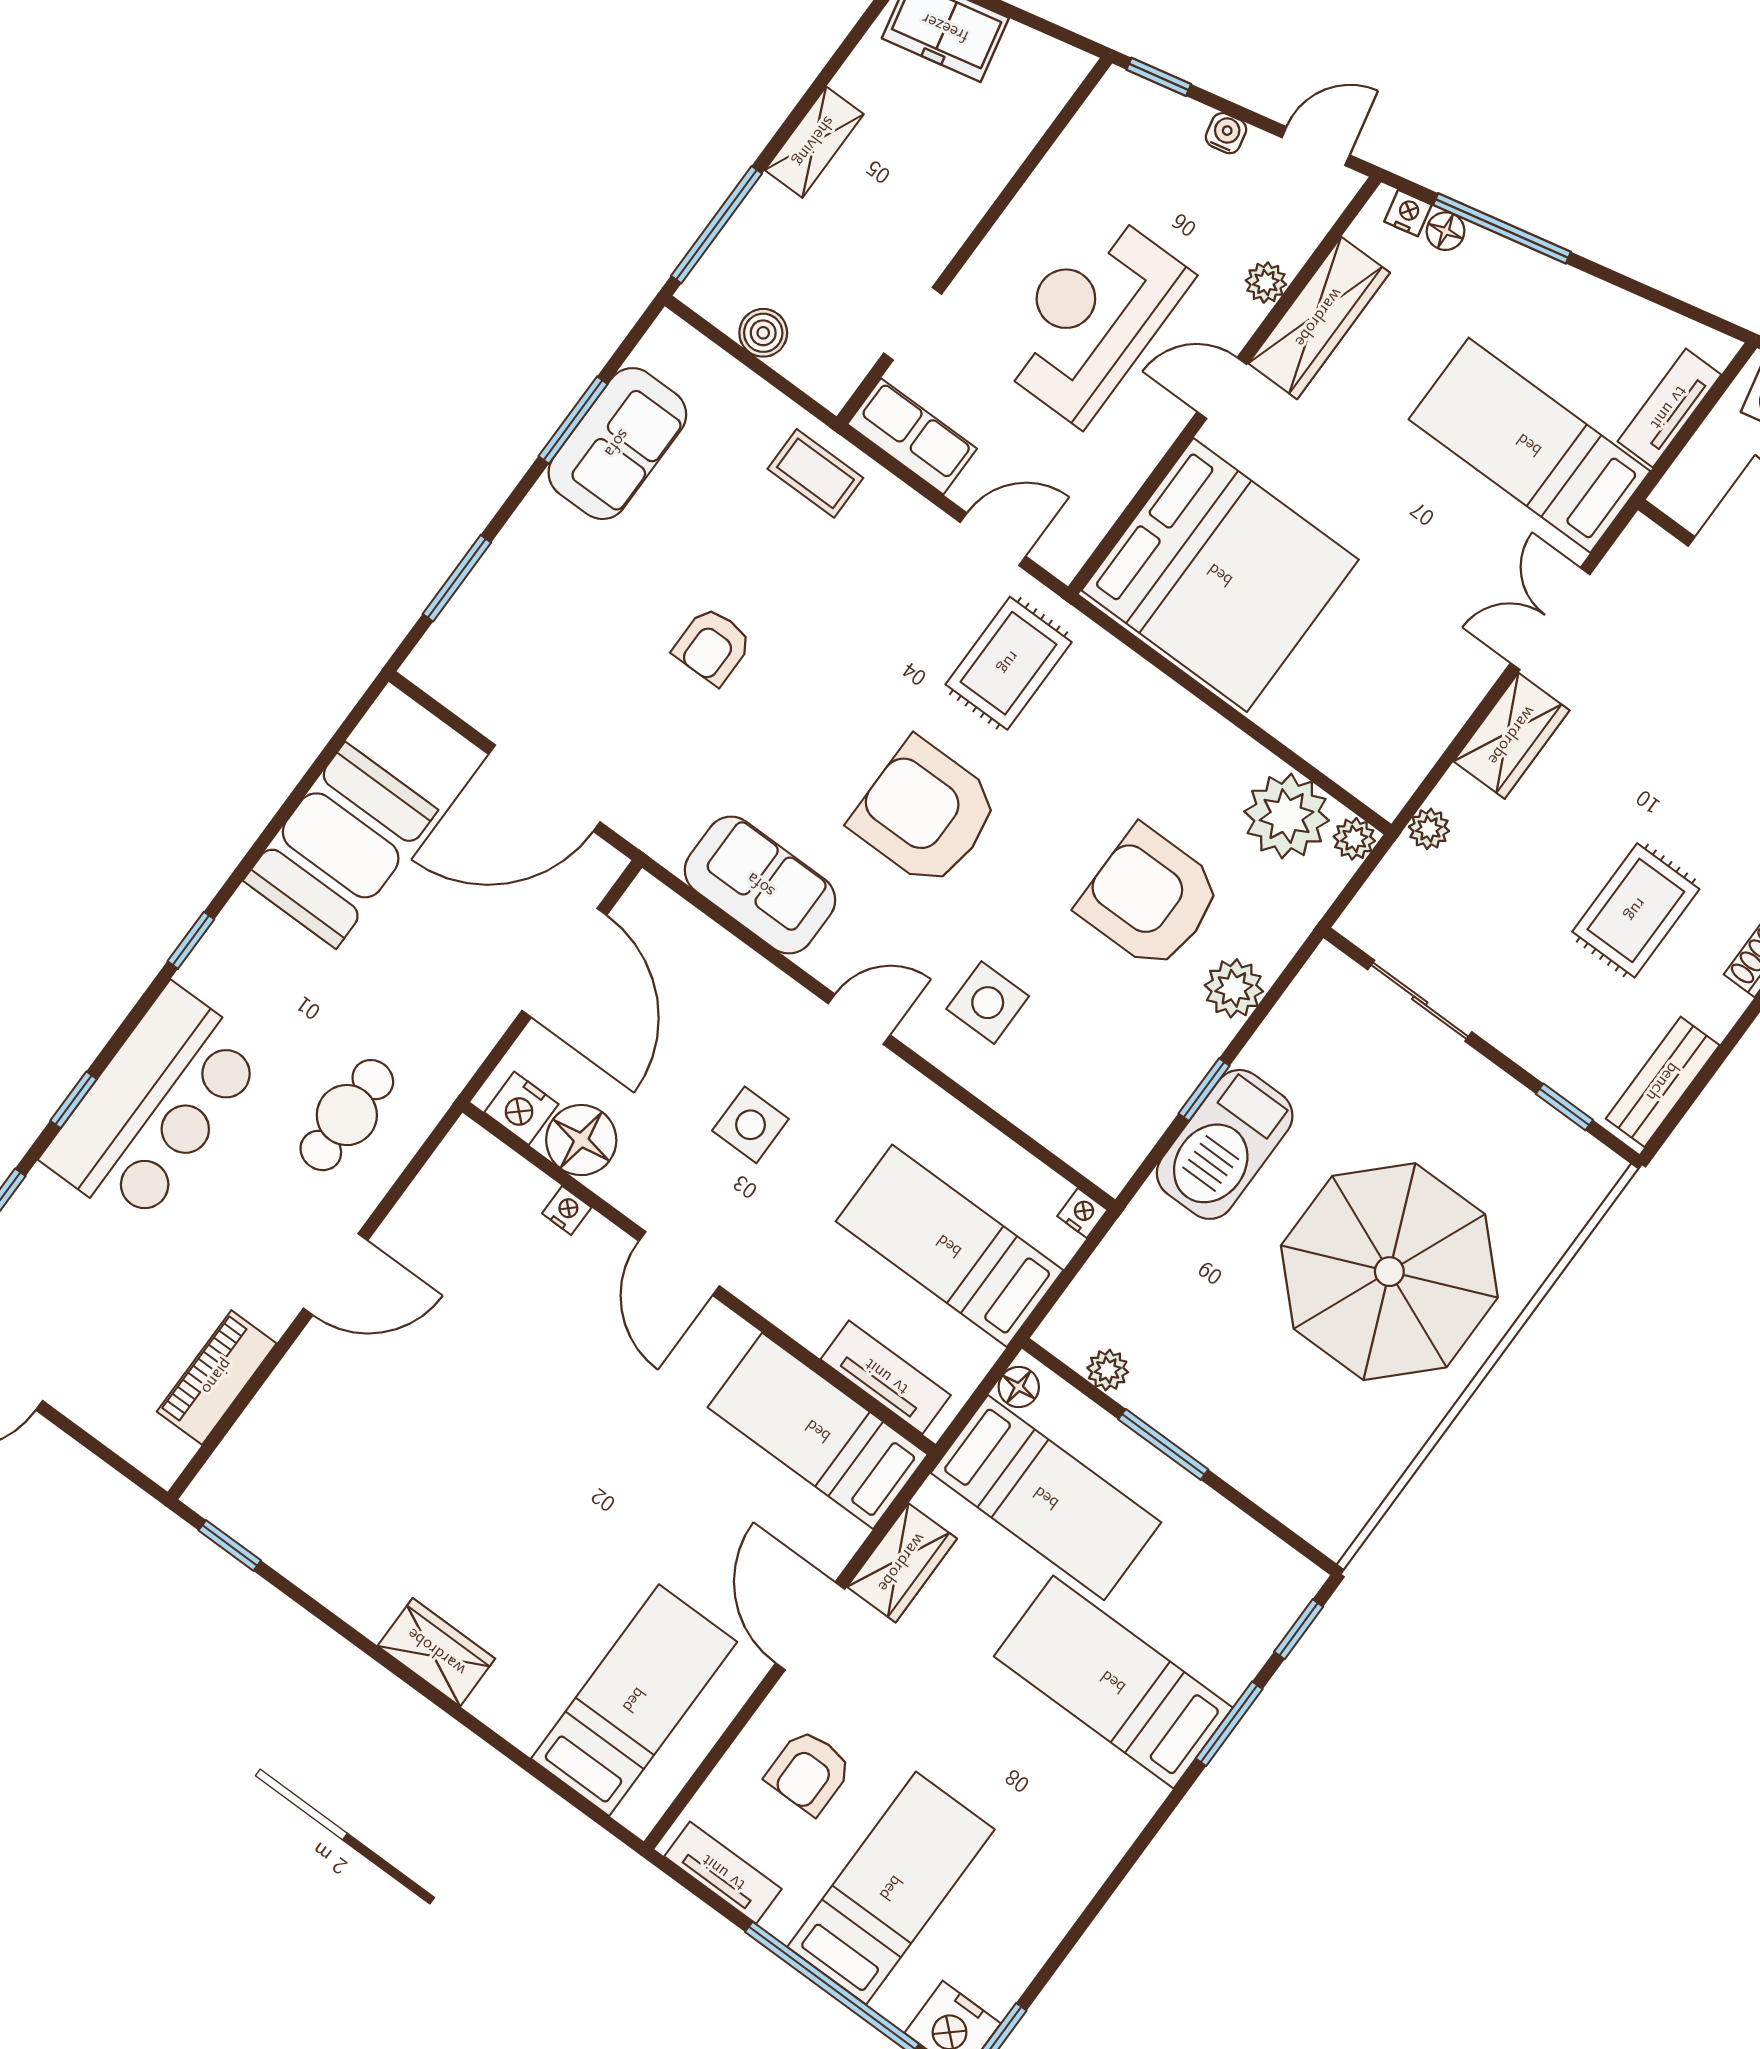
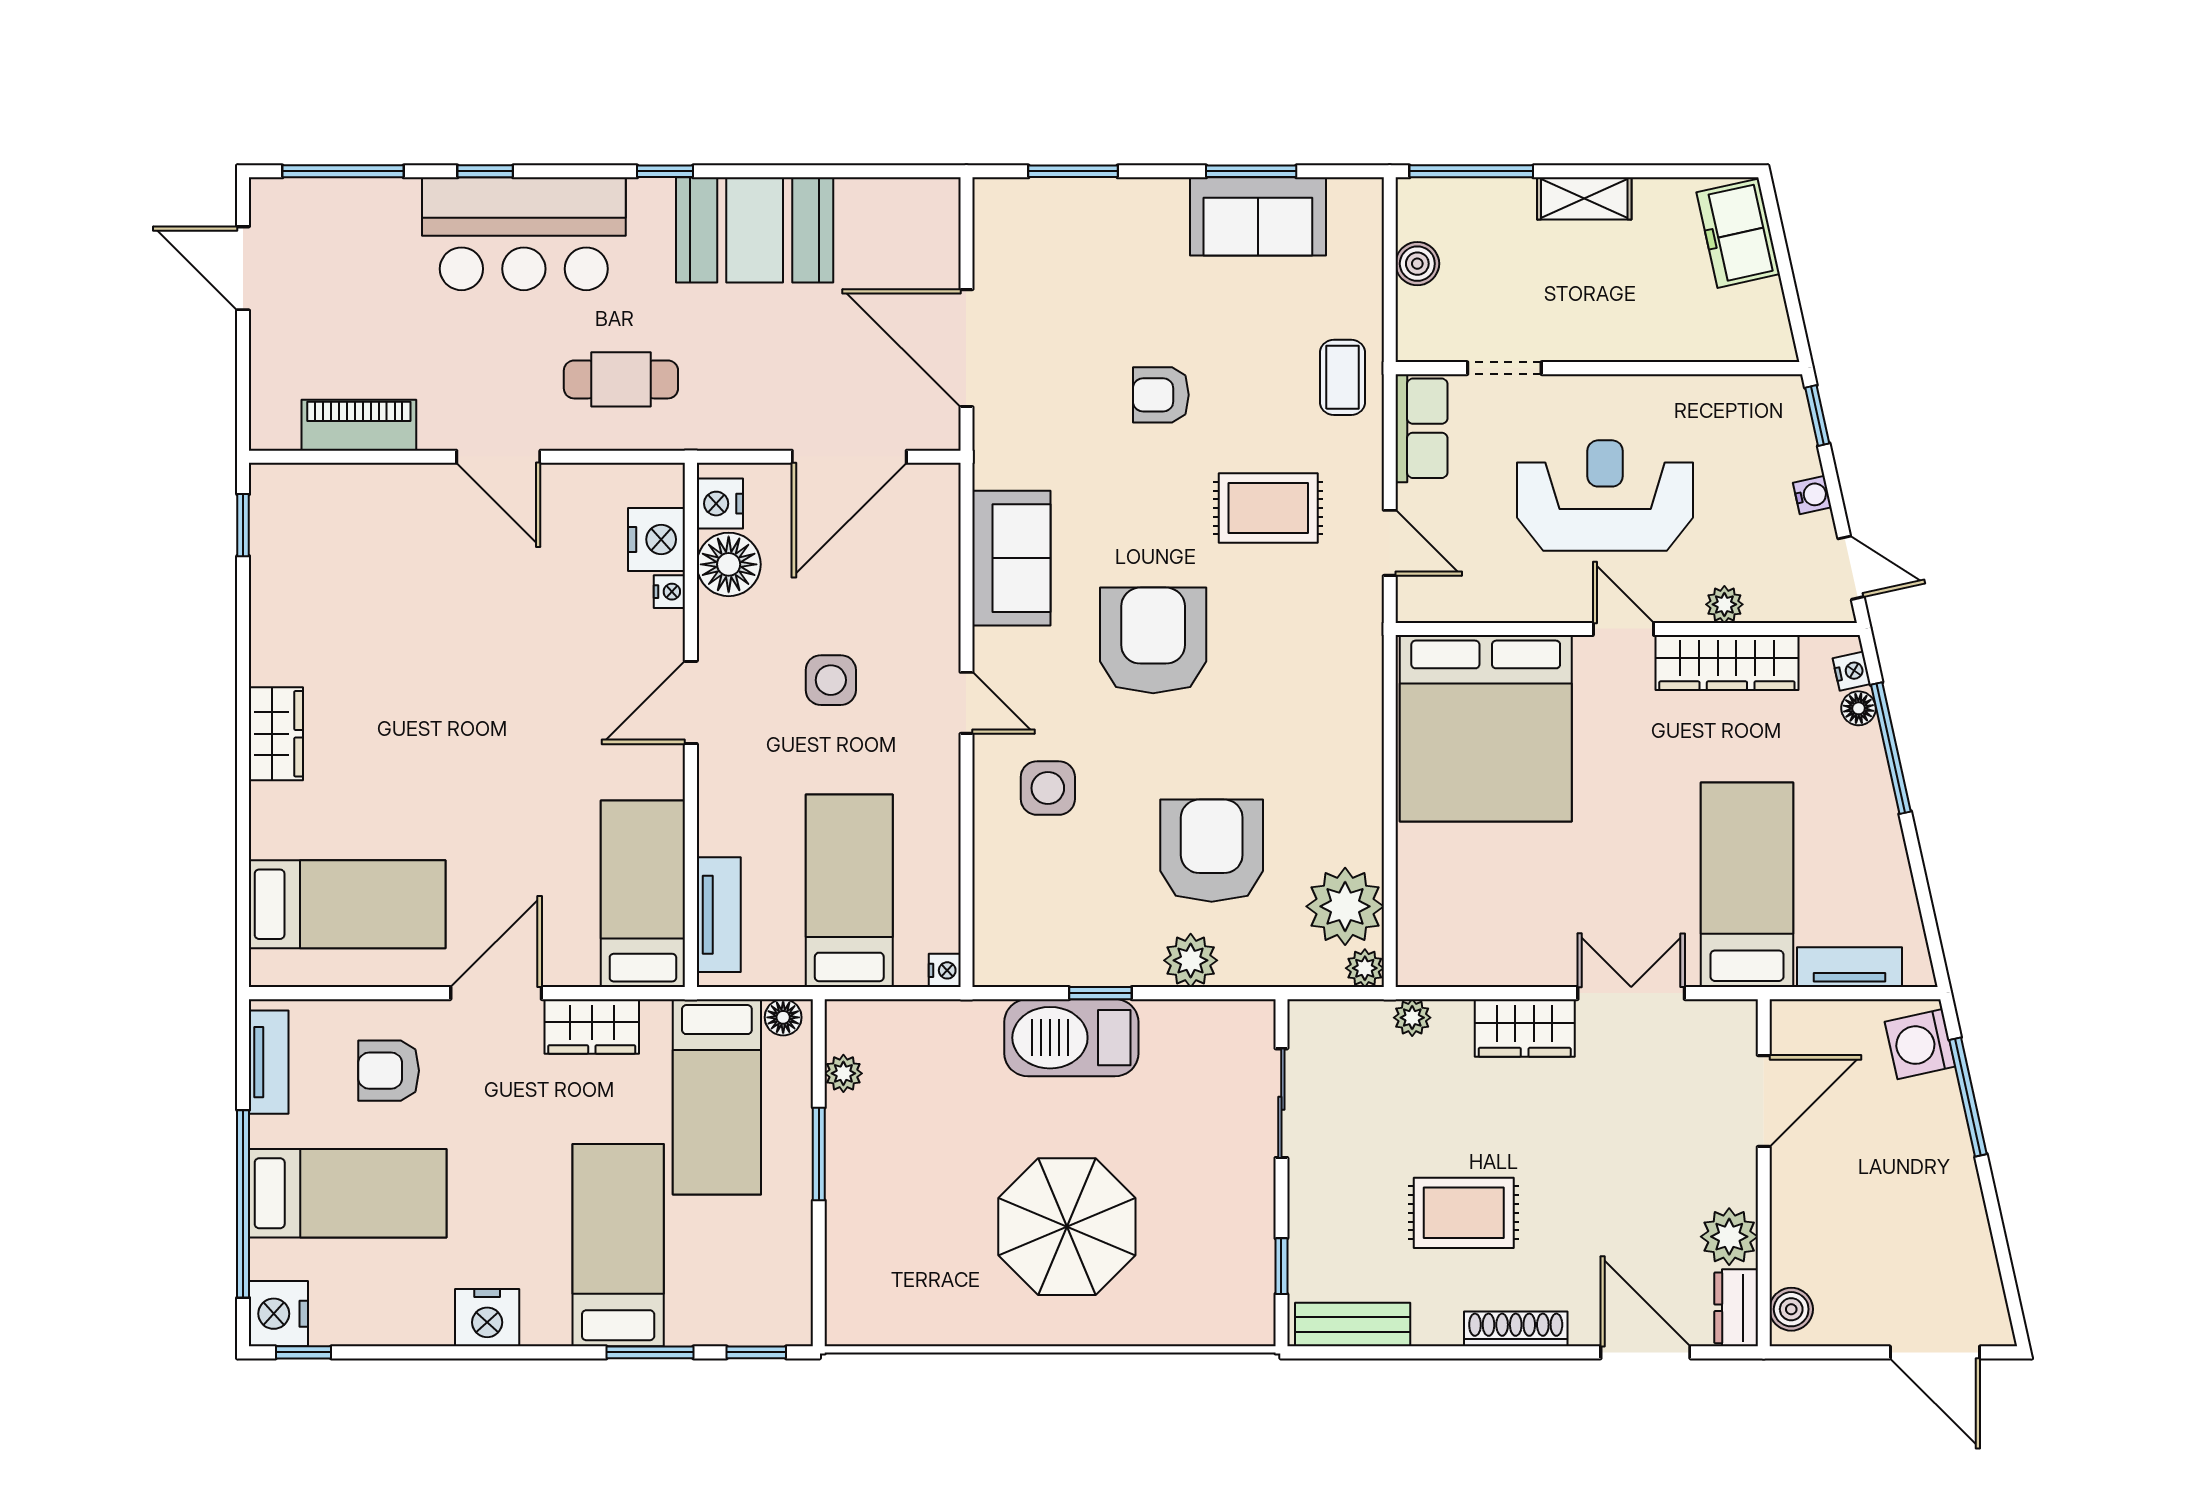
rug: (1009, 663) -> (1268, 508), moved
booth: (341, 845) -> (755, 230), moved
nightstand: (512, 1188) -> (657, 539), added
parasol: (1389, 1272) -> (1067, 1227), width x0.73, depth x0.73
nightstand: (1092, 1846) -> (487, 1318), added

